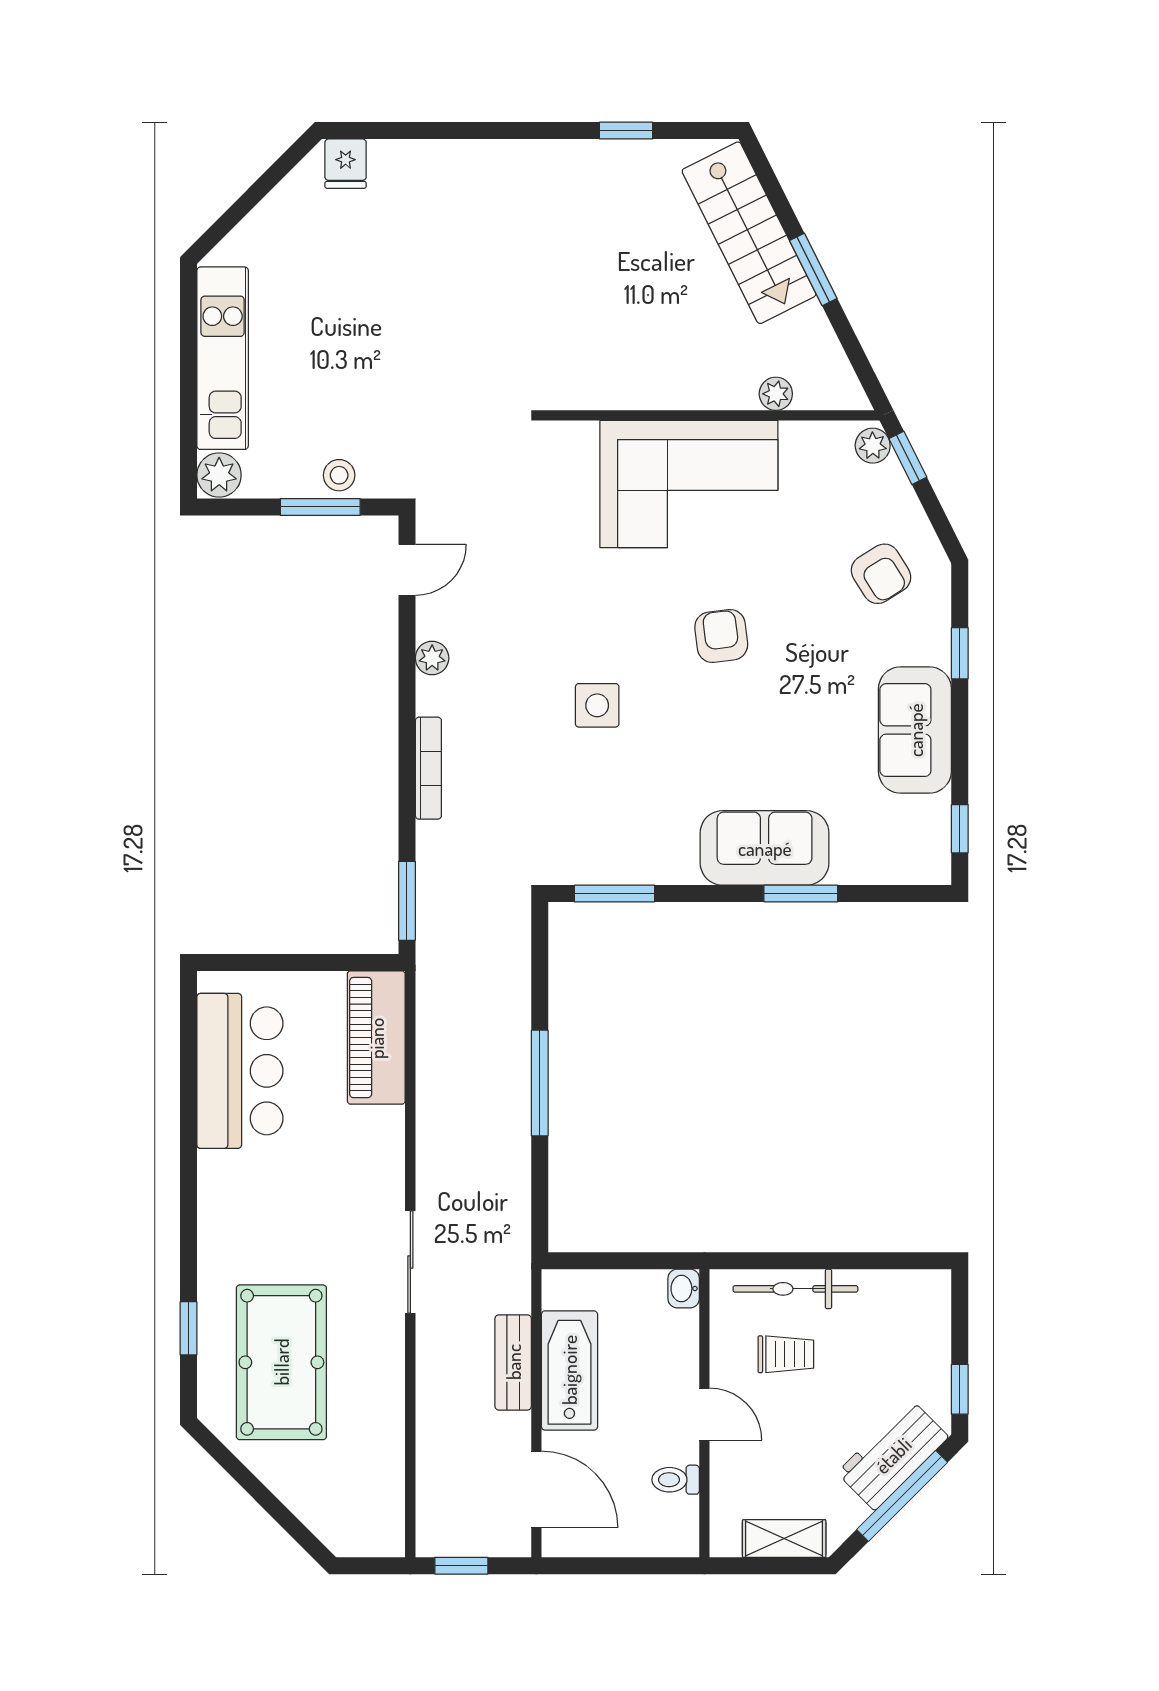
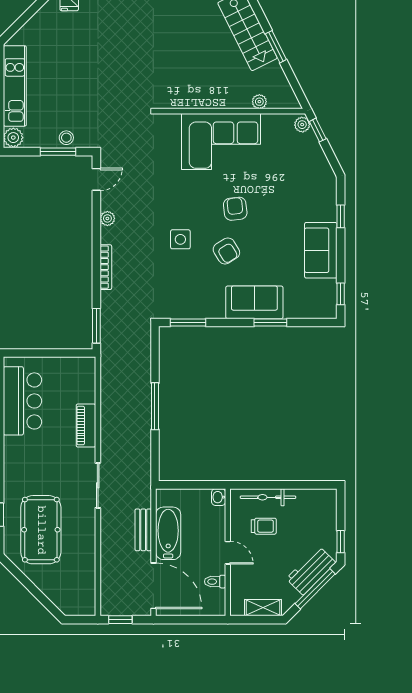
armchair: (881, 574) -> (226, 251), moved
piano: (376, 1038) -> (86, 426), moved, width x0.73, depth x0.75
door: (536, 1489) -> (153, 586), width x1.36

